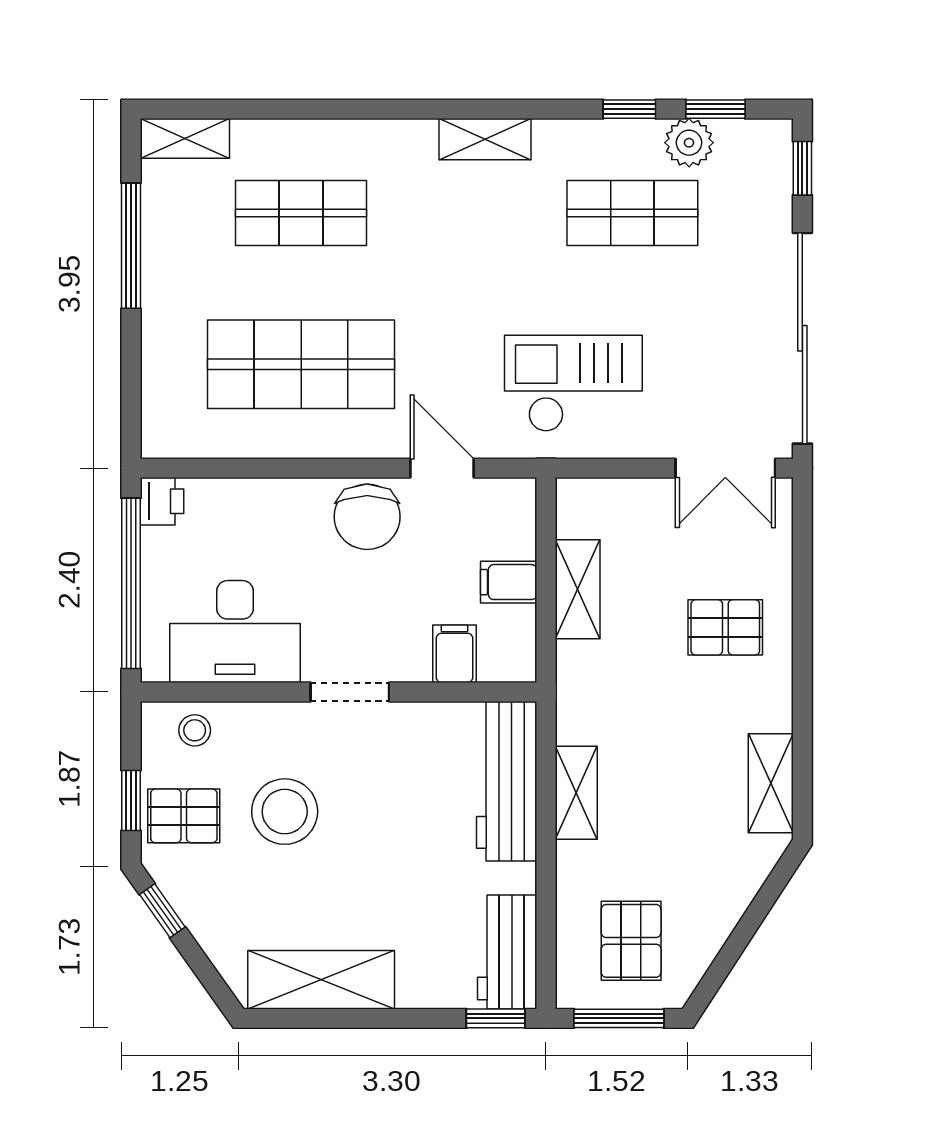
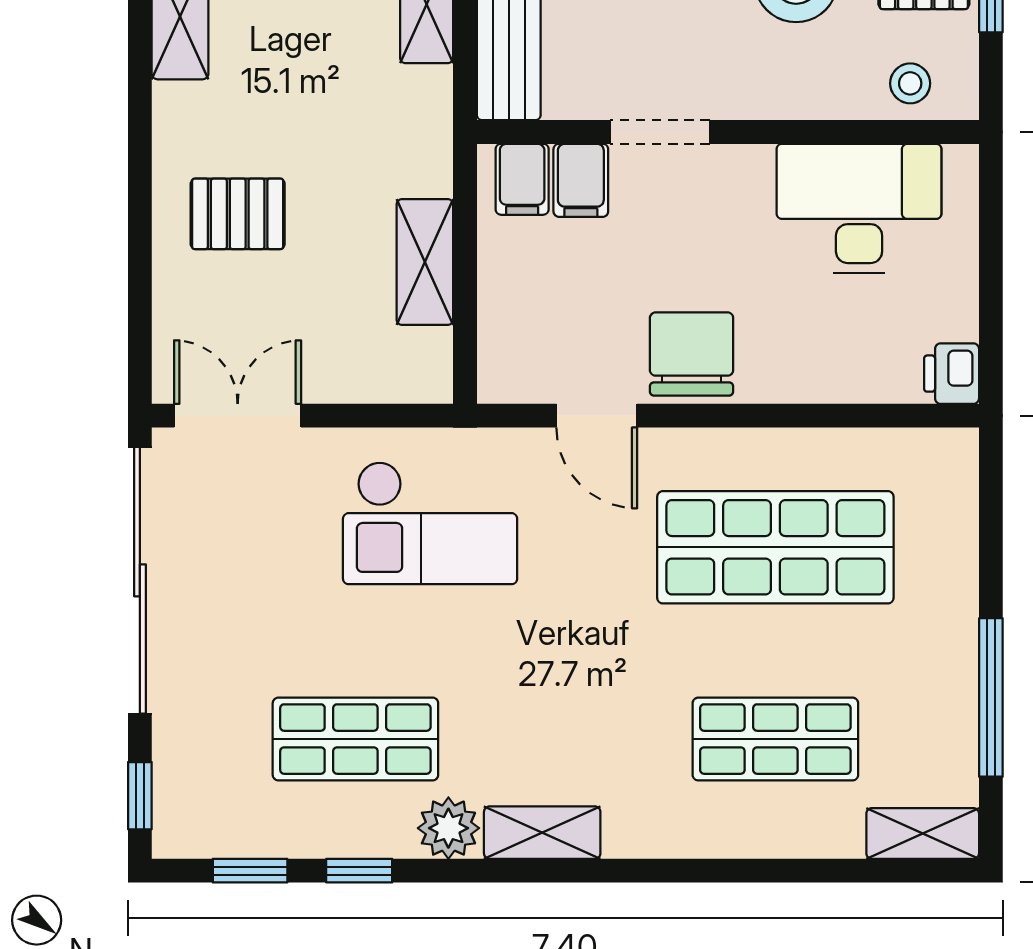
plant: (689, 143) -> (448, 828), moved
filing cabinet: (509, 582) -> (522, 179), moved, turned 90
window: (131, 583) -> (991, 270), removed
doorway: (350, 692) -> (660, 132), moved

